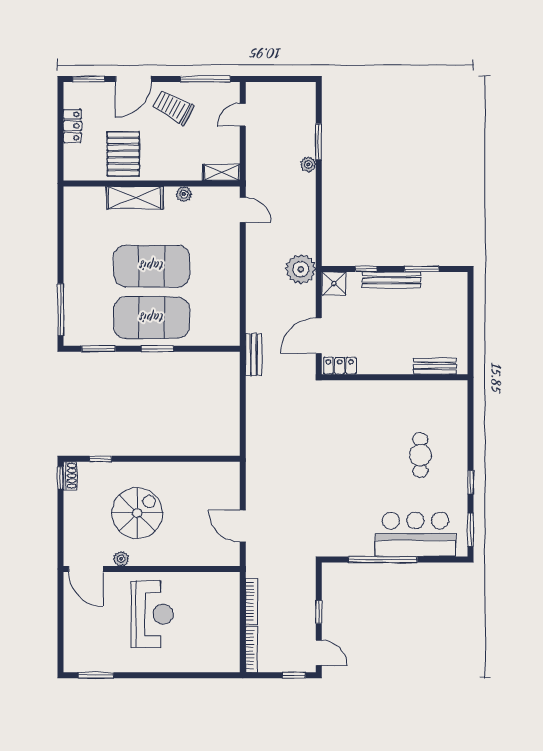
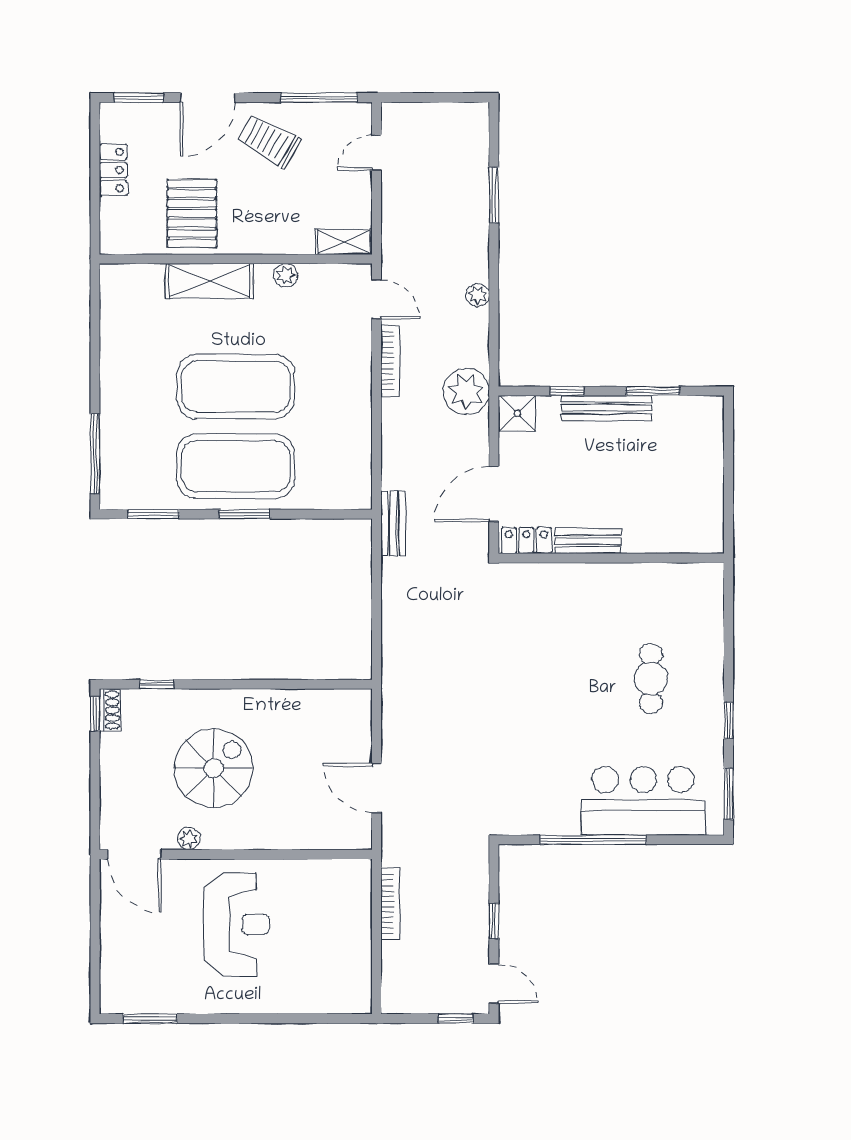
plant: (308, 164) -> (478, 295), moved
bench: (435, 366) -> (588, 541), moved
bookcase: (252, 649) -> (390, 361), moved

